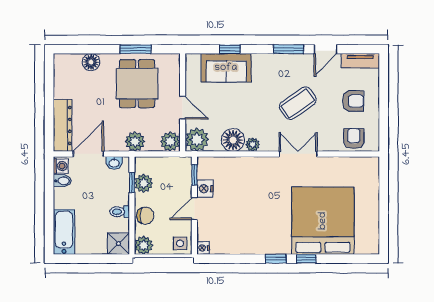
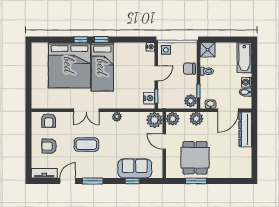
floor lamp: (91, 62) -> (226, 172), removed
coffee table: (298, 103) -> (86, 145), turned 35
floor lamp: (233, 140) -> (130, 120), removed
washing machine: (61, 166) -> (247, 82), moved
plant: (144, 183) -> (191, 101), moved
nightstand: (205, 189) -> (149, 98), moved
bed: (274, 218) -> (102, 67), added
plant: (144, 245) -> (191, 49), removed

